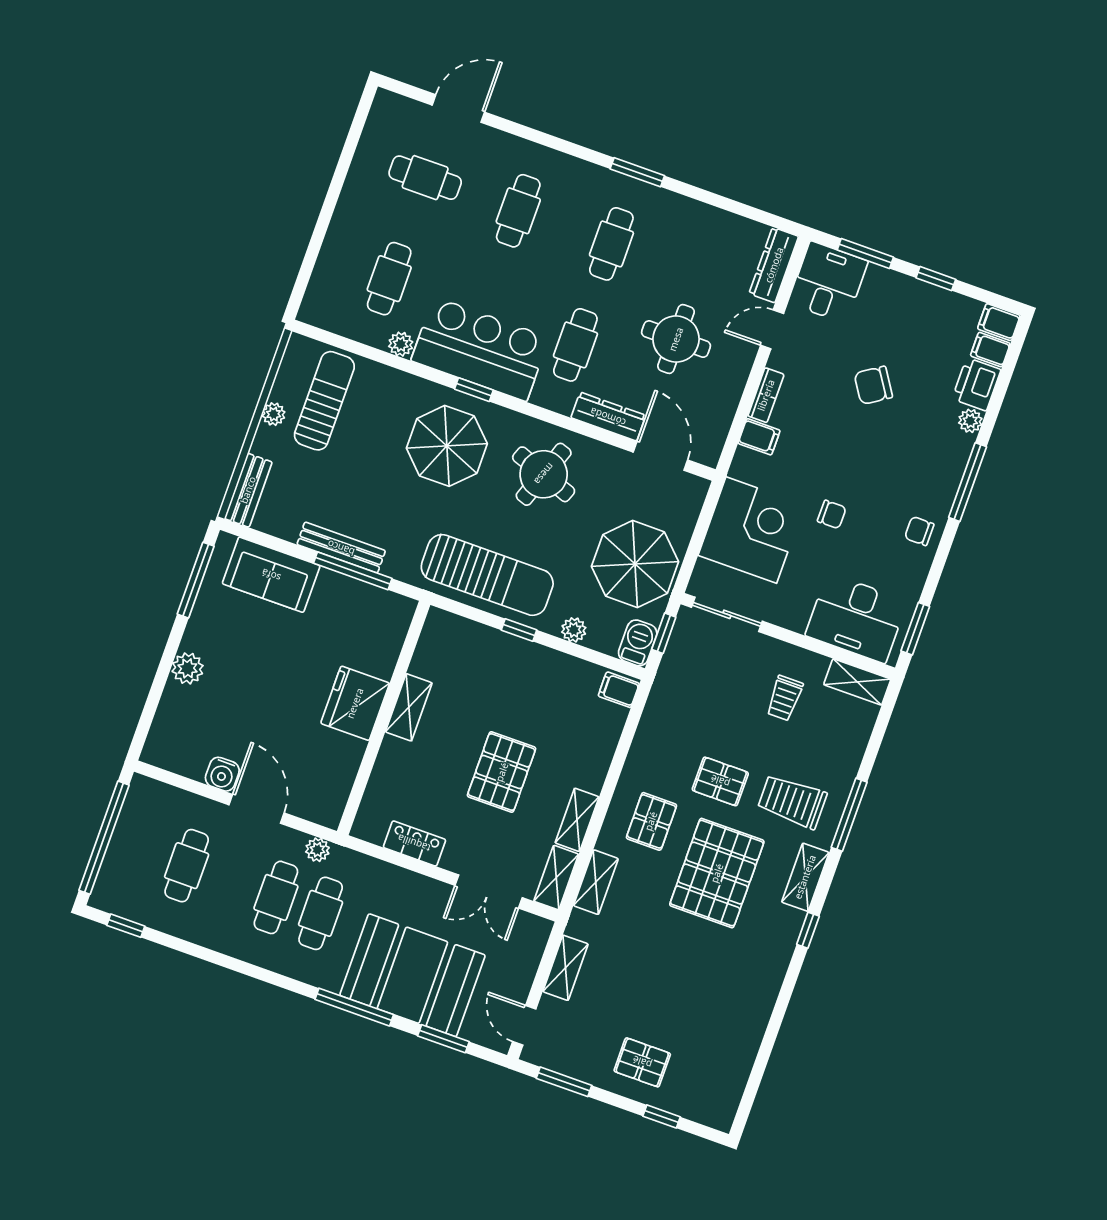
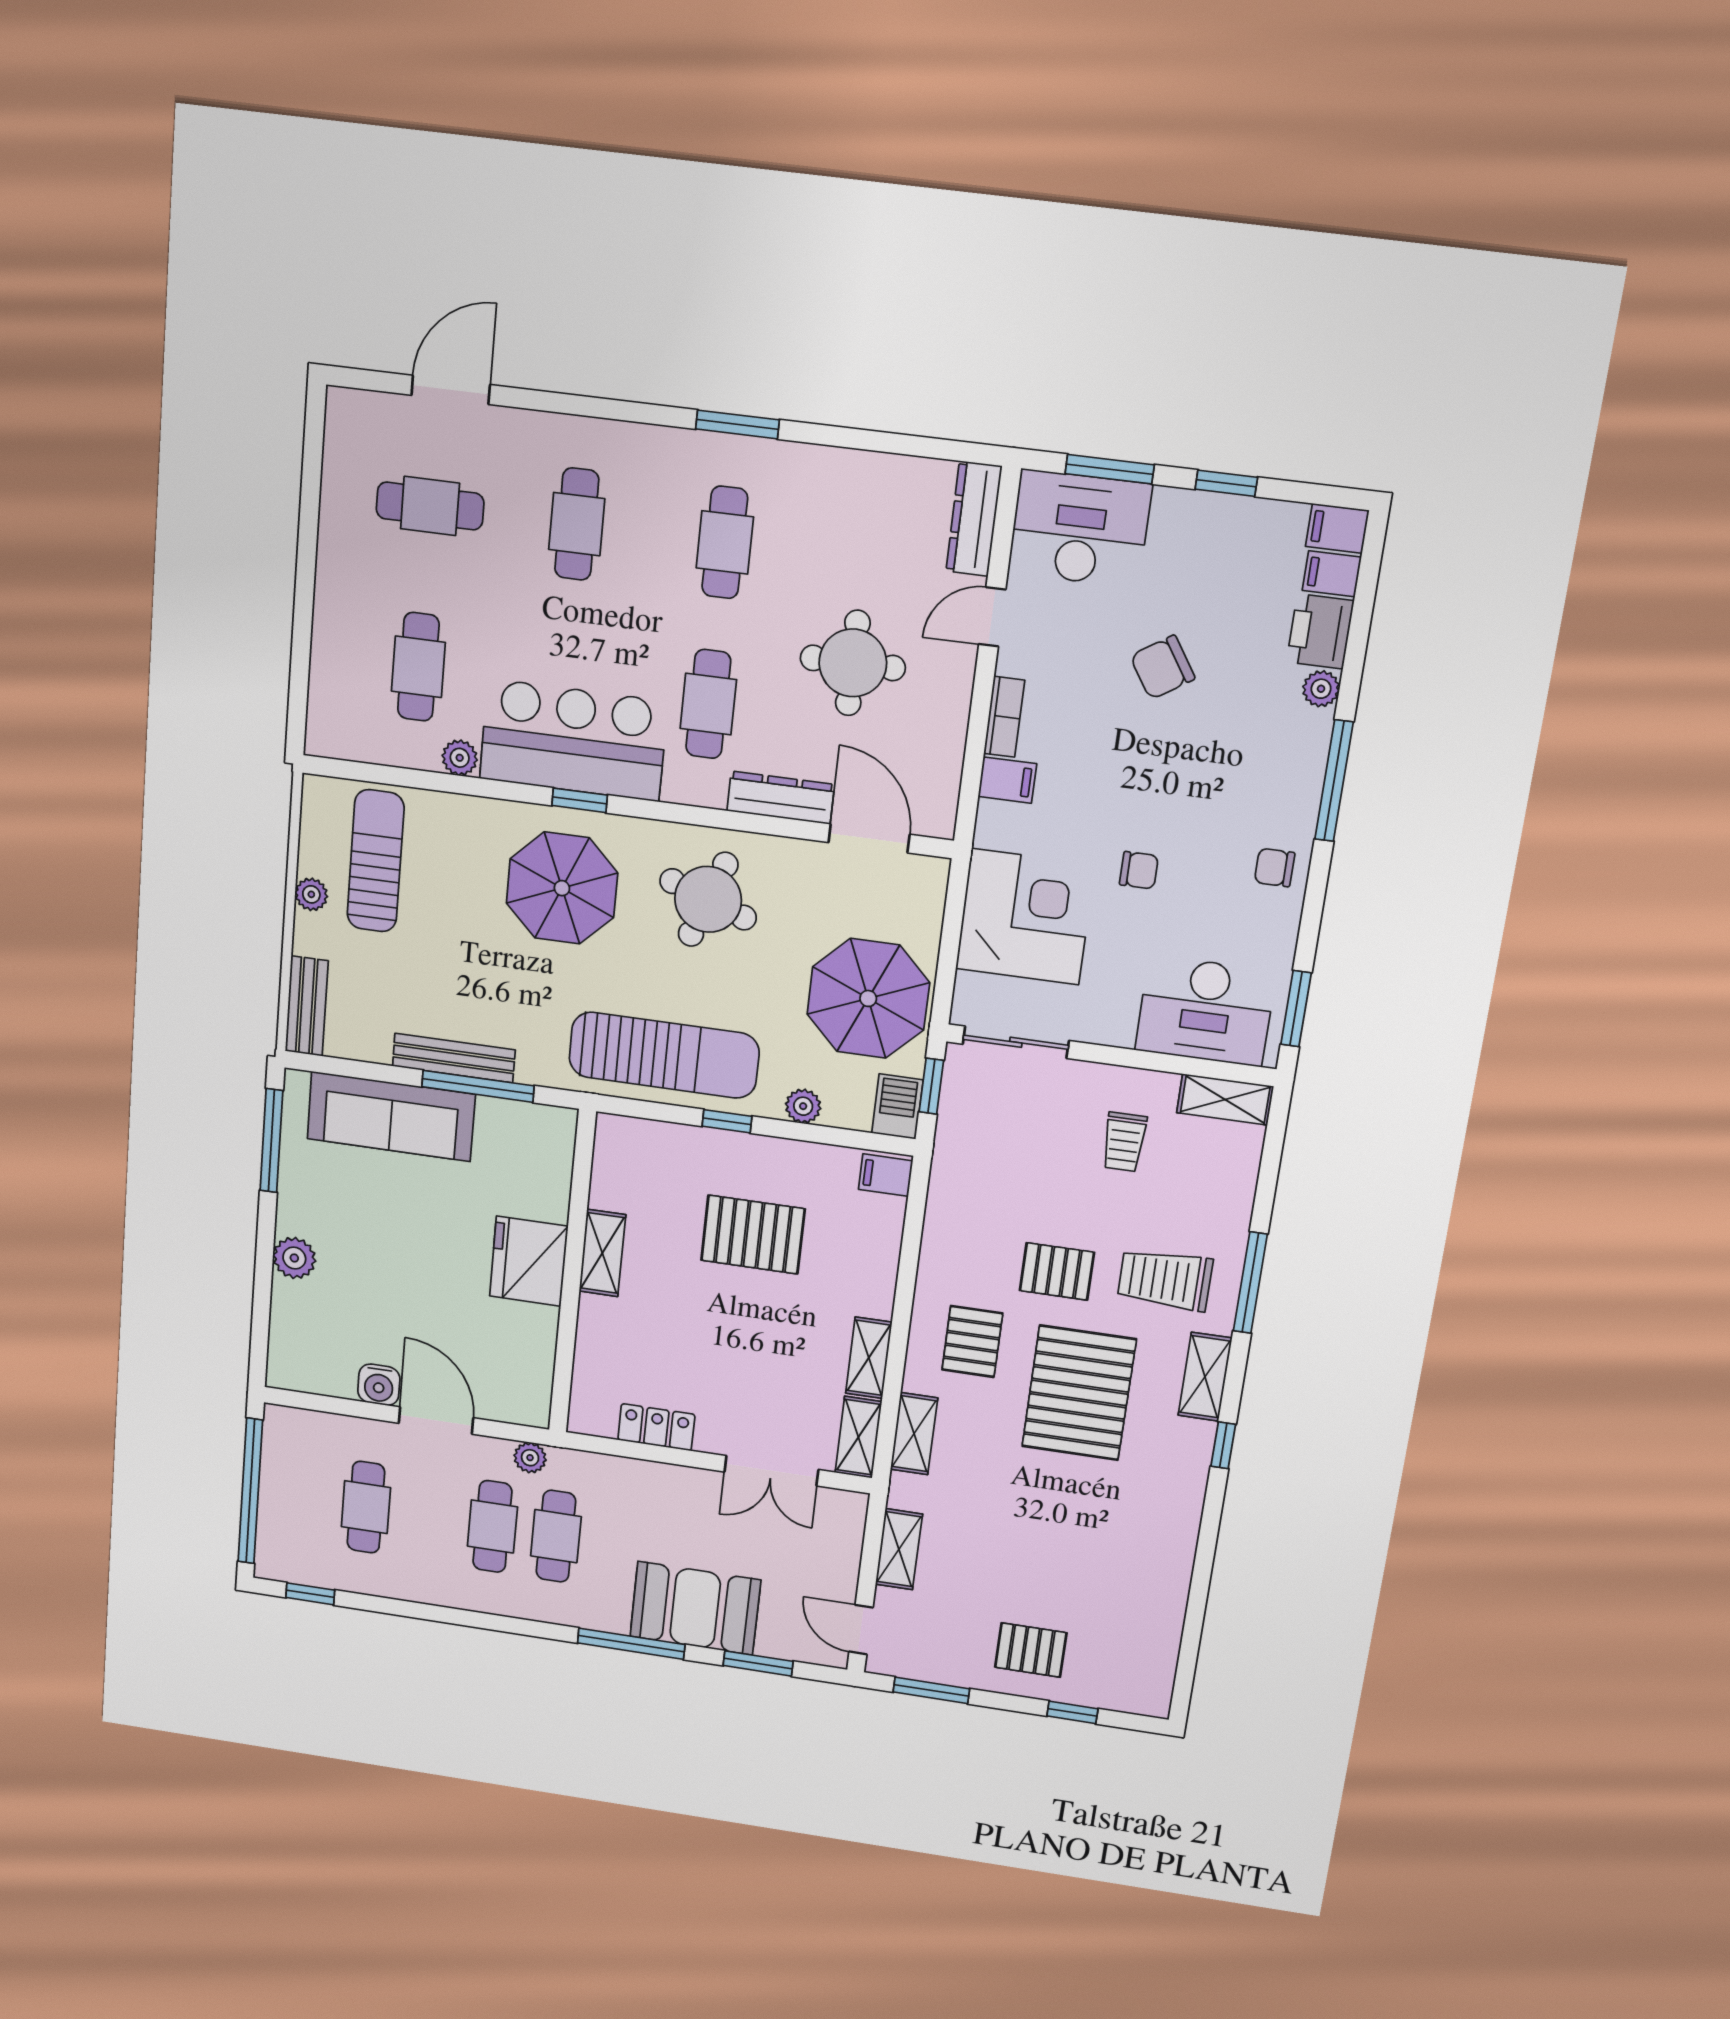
desk: (828, 282) -> (1080, 529), width x1.37
sofa: (271, 575) -> (391, 1117), width x1.36
pallet: (502, 772) -> (753, 1235), moved, turned 90
booth: (412, 975) -> (695, 1608), width x0.73, depth x0.70

